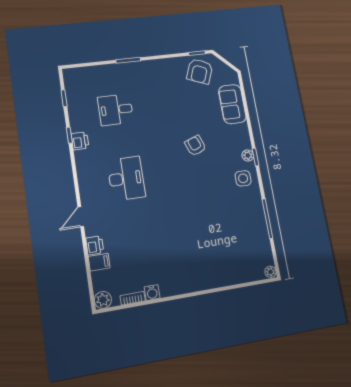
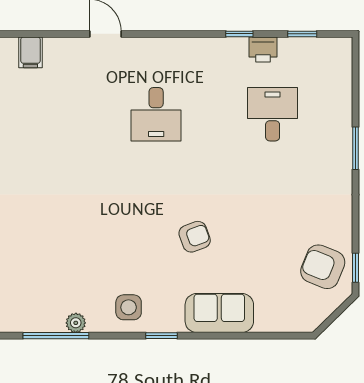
sofa: (232, 104) -> (219, 313), moved
printer: (80, 141) -> (263, 50), moved
plant: (248, 155) -> (76, 323), moved
desk: (126, 178) -> (156, 114), width x0.73
printer: (95, 245) -> (58, 49), removed

